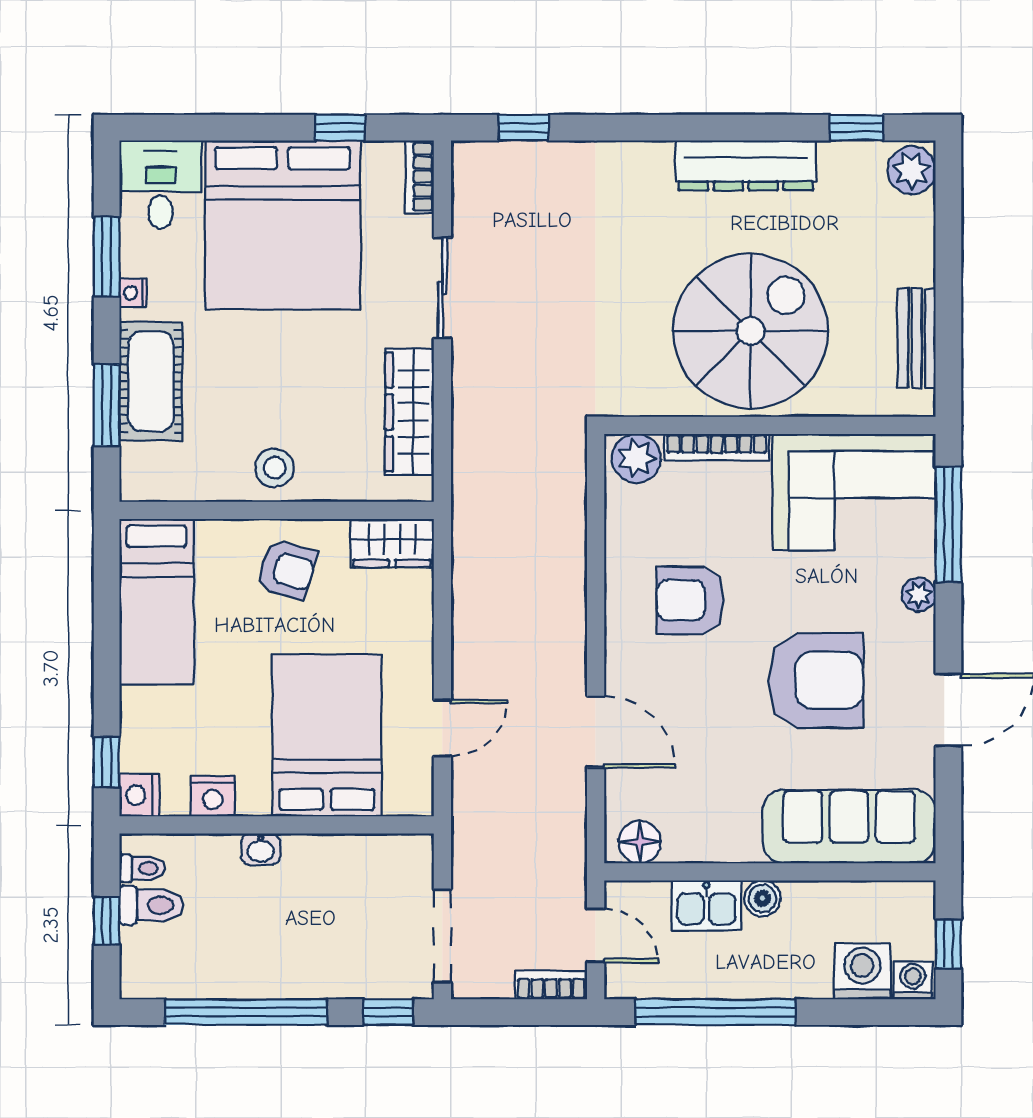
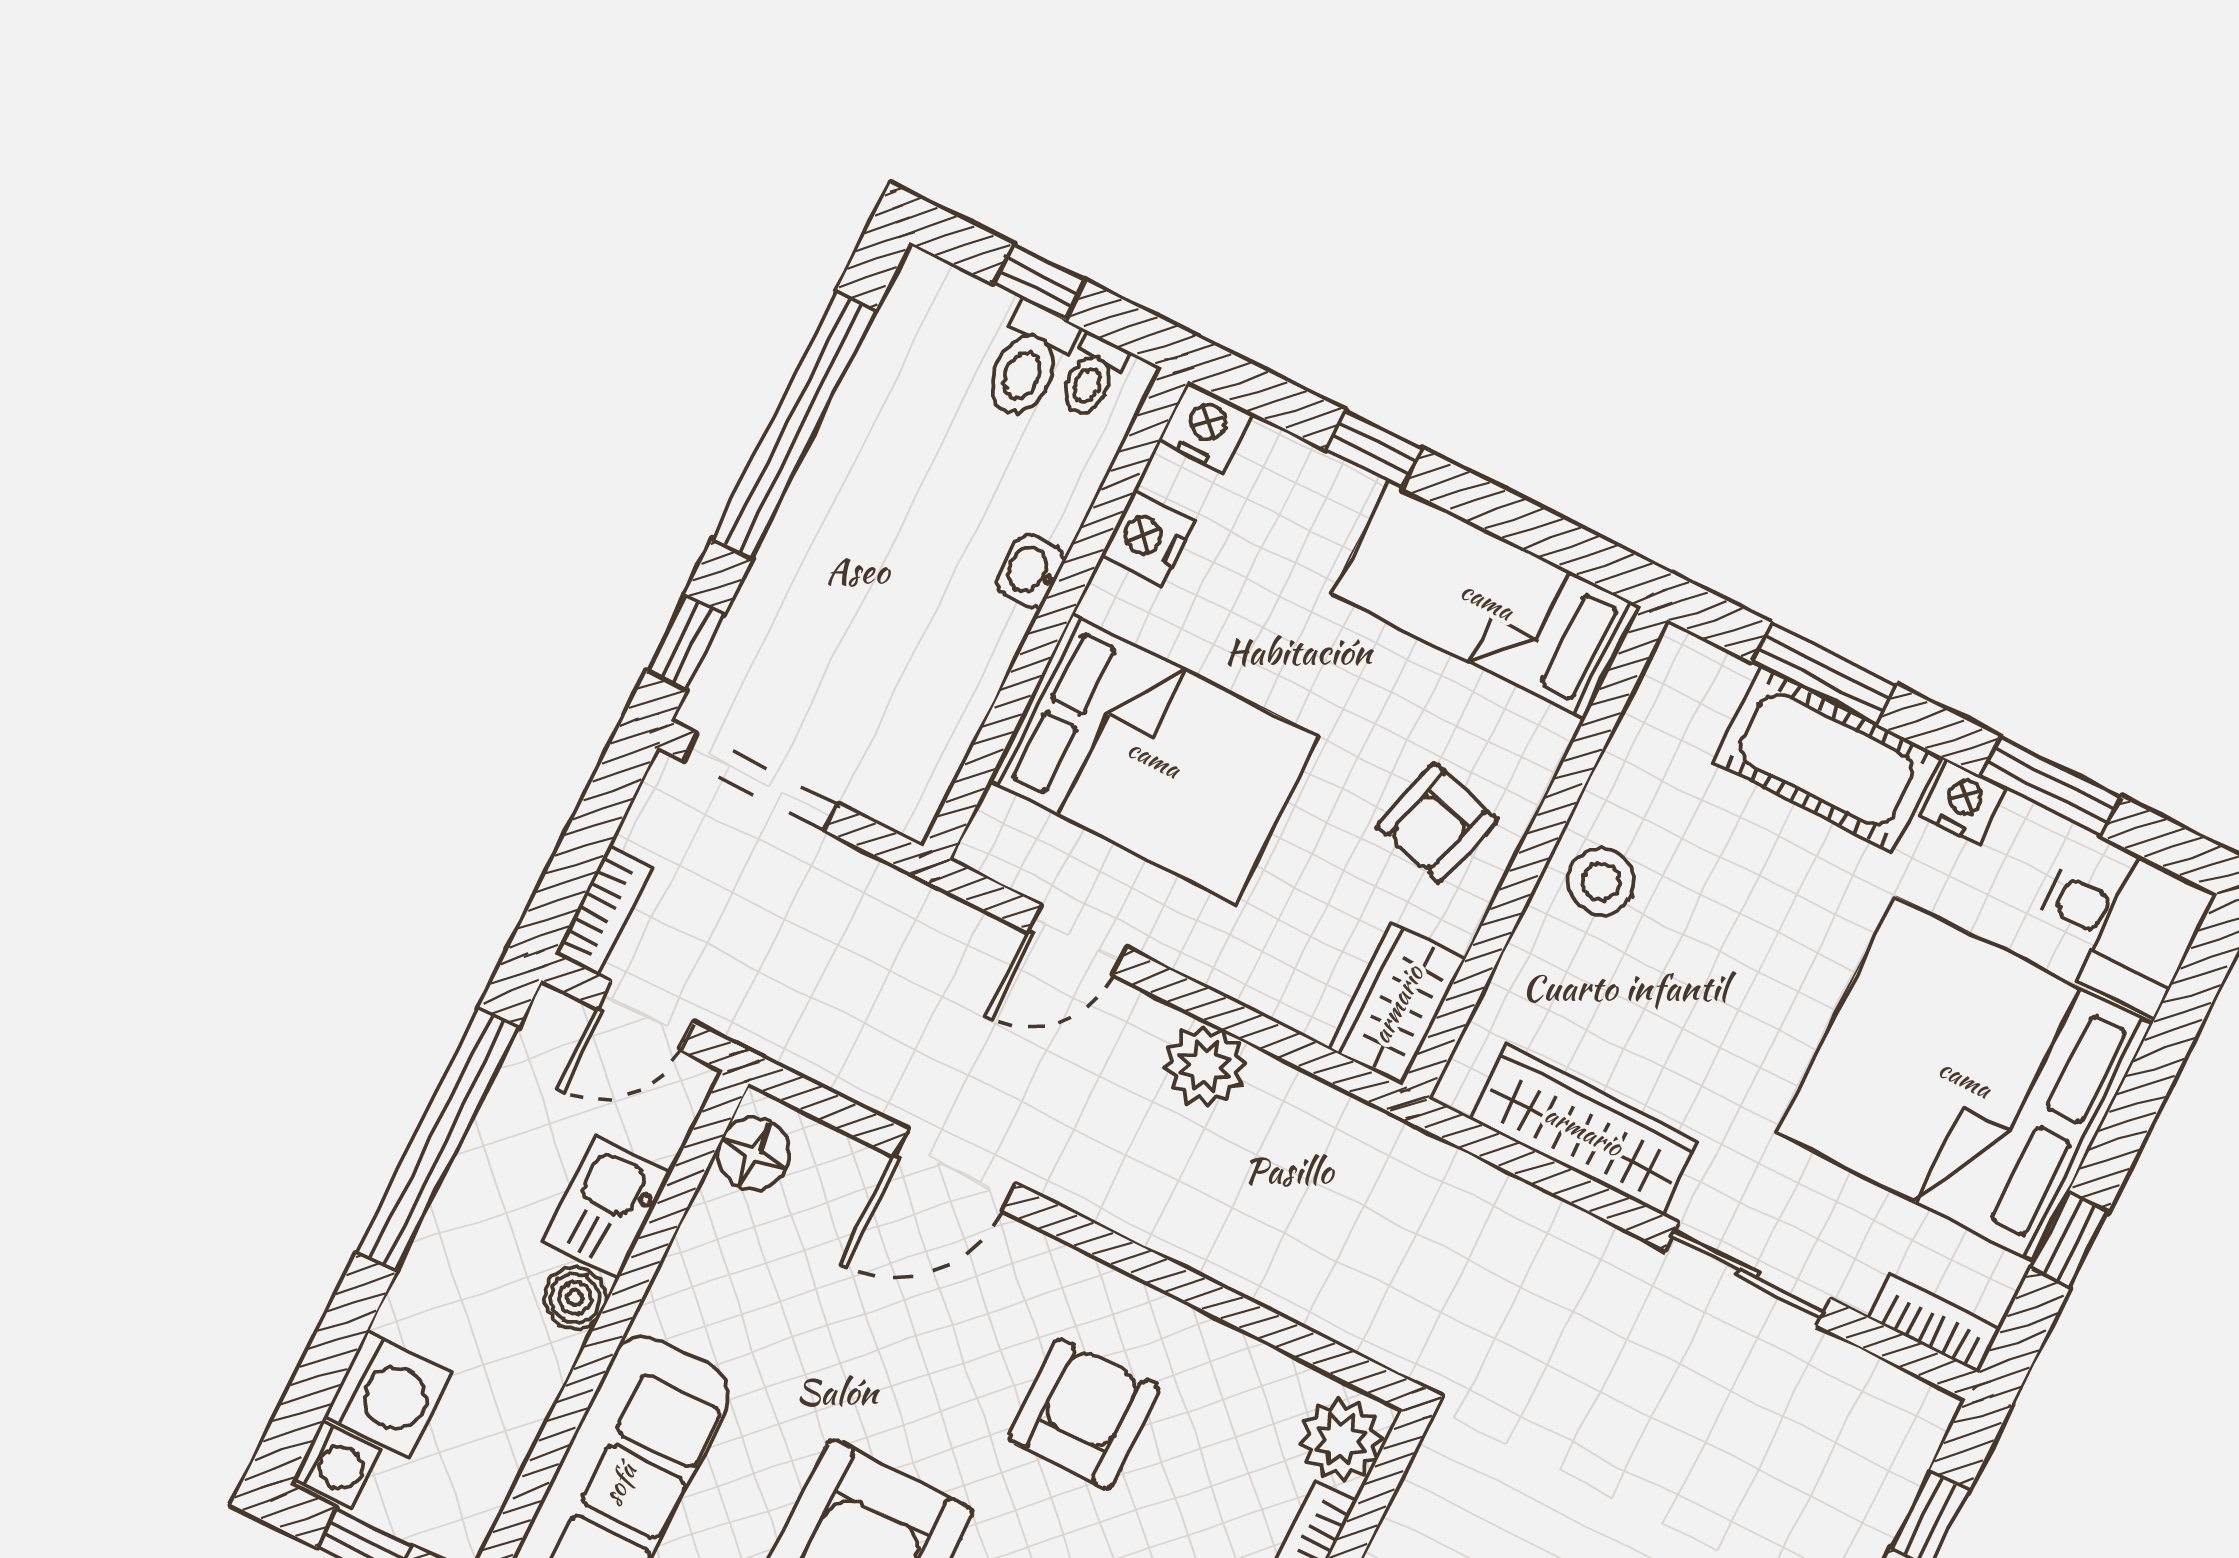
nightstand: (133, 293) -> (1963, 802), width x1.39, depth x1.35
plant: (475, 628) -> (1205, 1066), added
door: (442, 728) -> (1077, 940), hinge flipped
window: (107, 762) -> (1374, 449), moved

